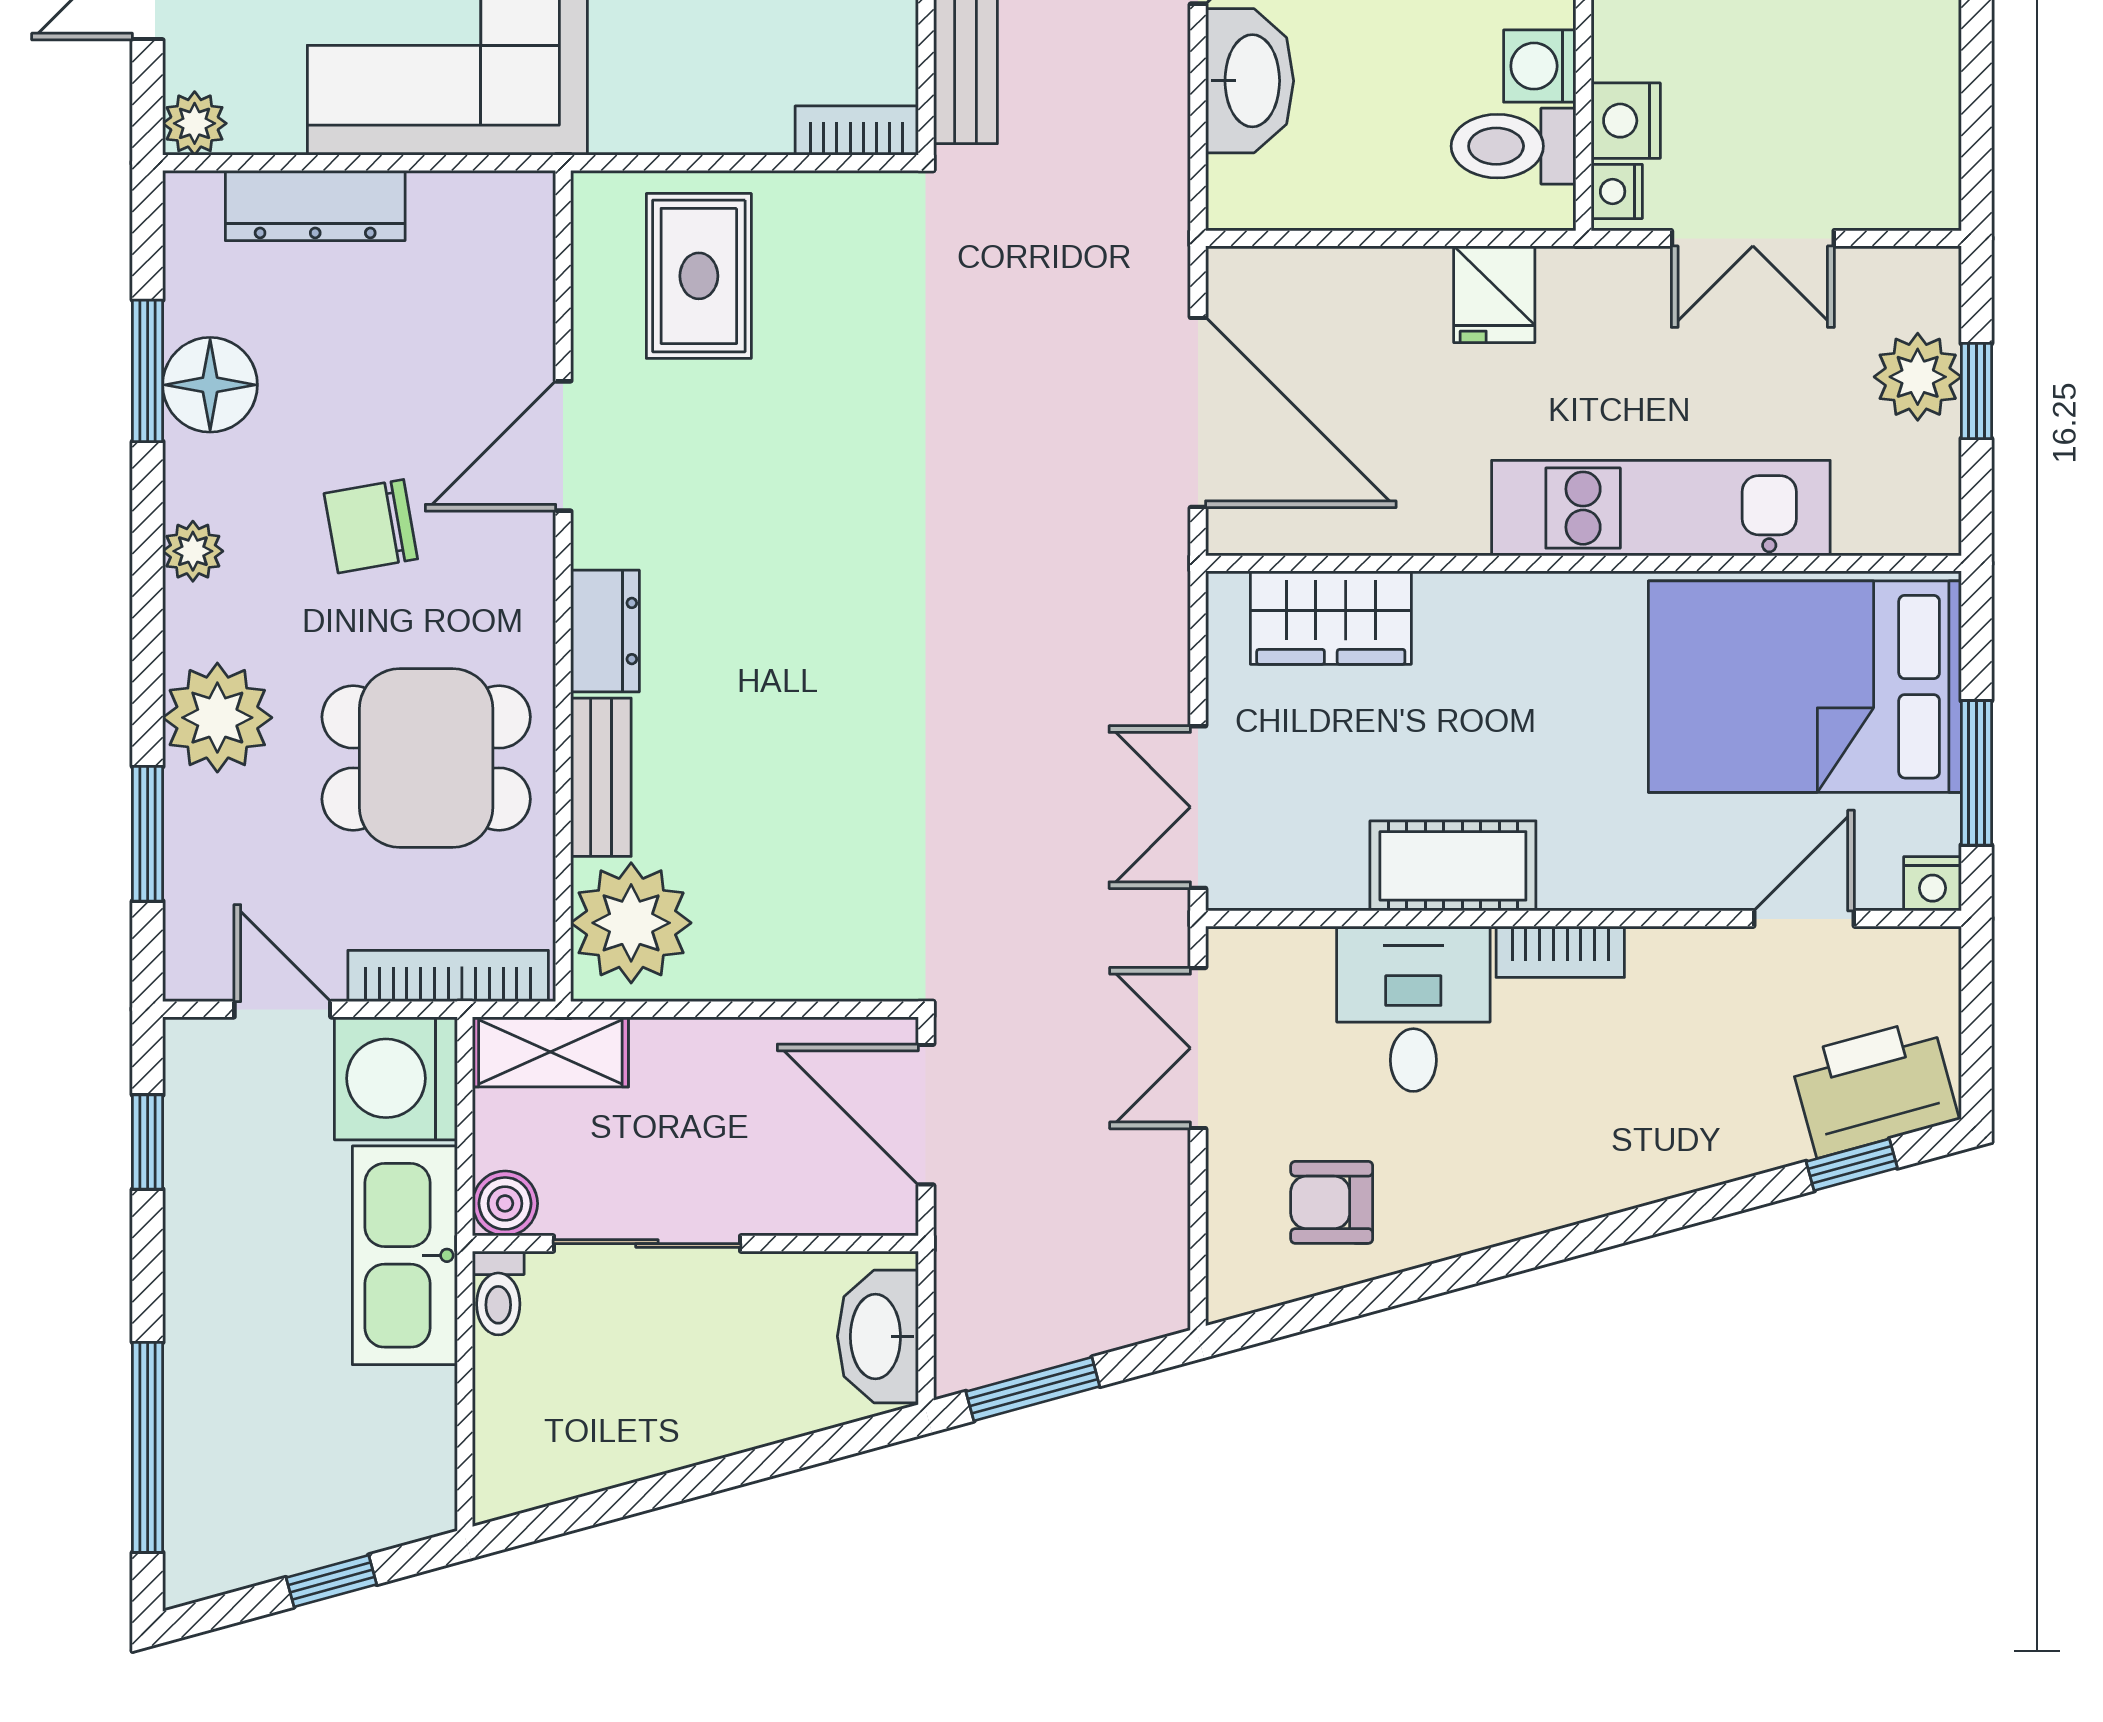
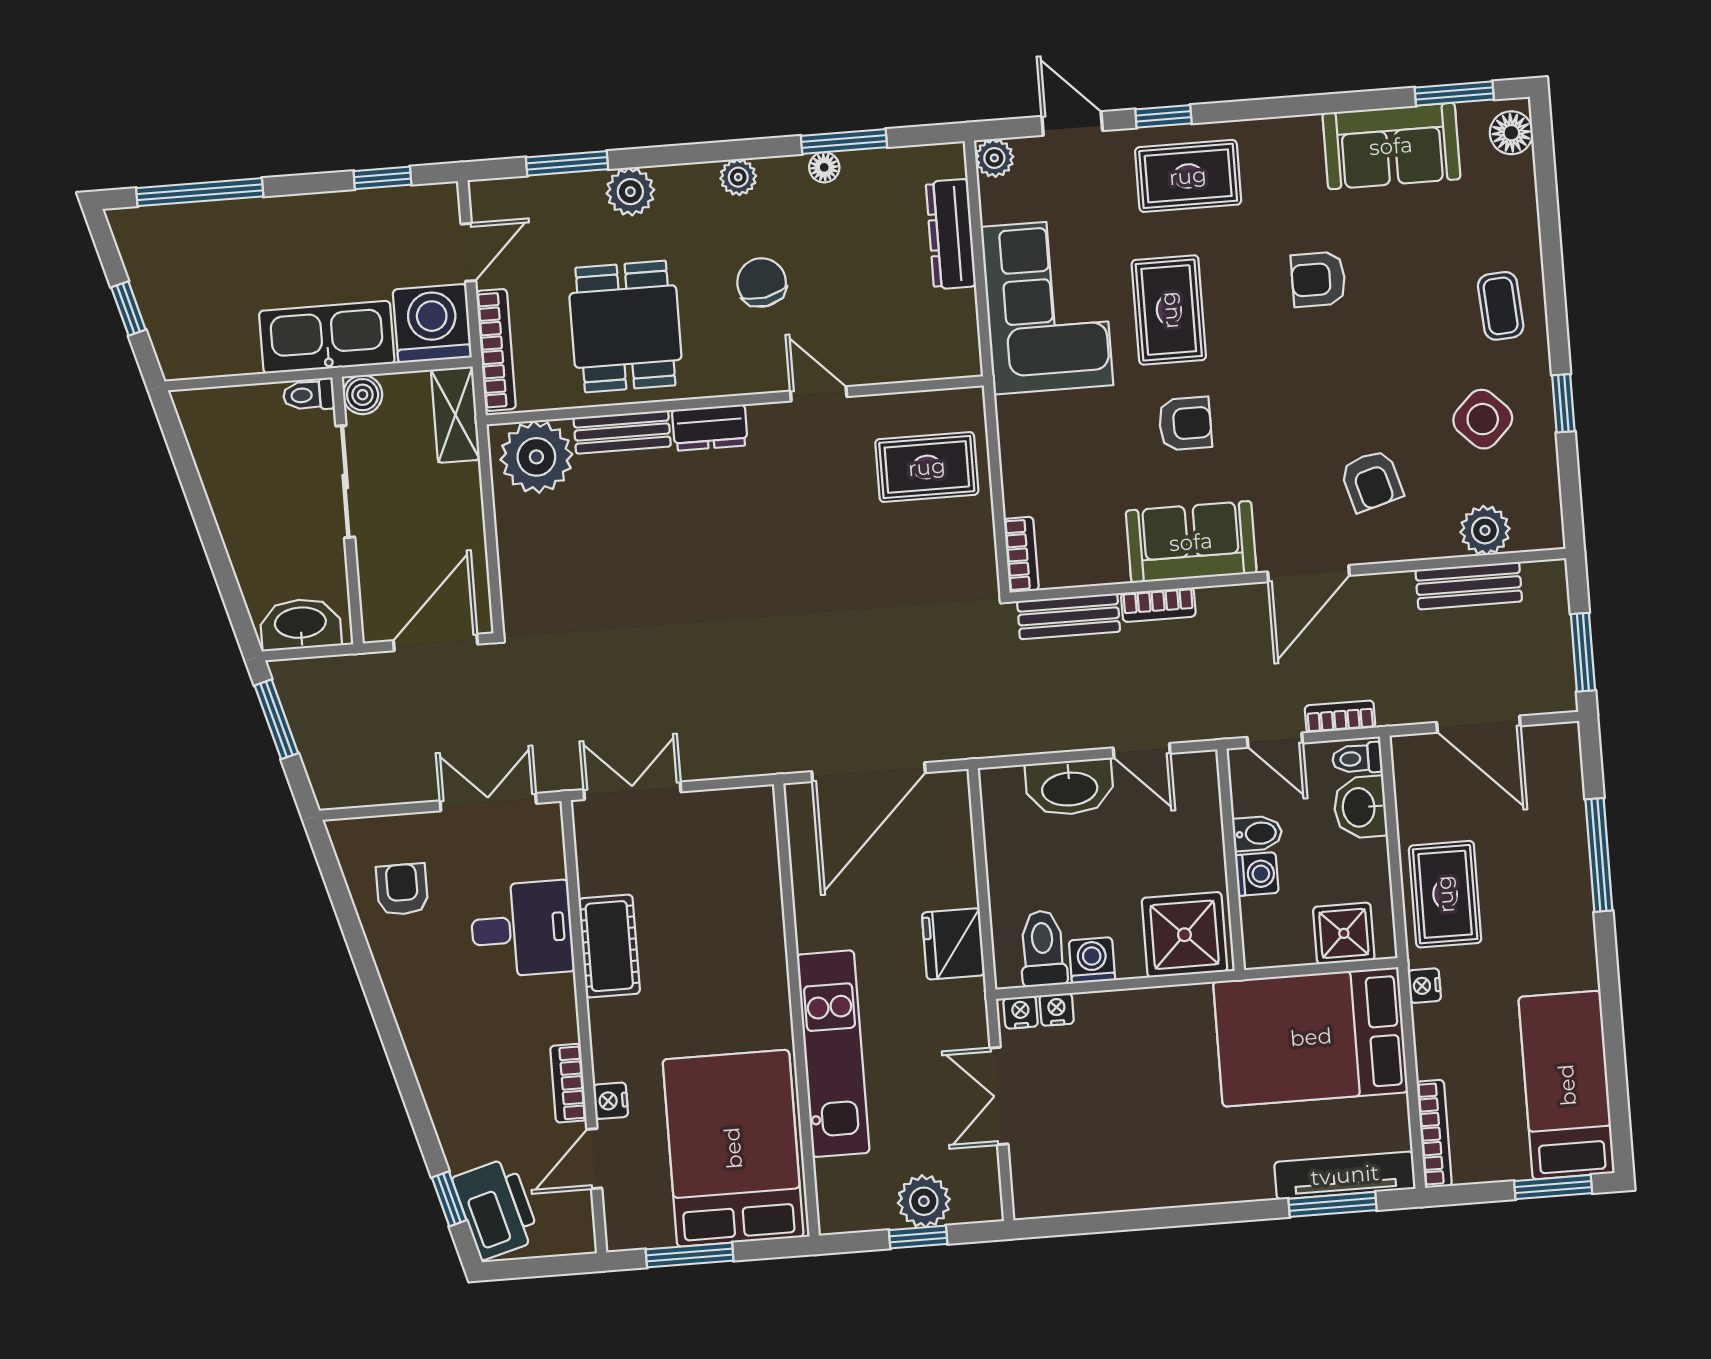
nightstand: (1626, 121) -> (1057, 1009), width x0.72, depth x0.74
fridge: (1494, 294) -> (953, 944), width x1.38
floor lamp: (210, 385) -> (824, 167), width x0.53, depth x0.53
door: (563, 446) -> (819, 394), width x0.73
wardrobe: (1331, 618) -> (752, 861), removed
plant: (217, 718) -> (630, 192), width x0.73, depth x0.73
nightstand: (1933, 884) -> (611, 1101), moved
door: (1804, 919) -> (594, 1159), swing flipped
bookcase: (1560, 952) -> (568, 1083), moved

